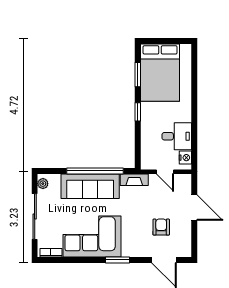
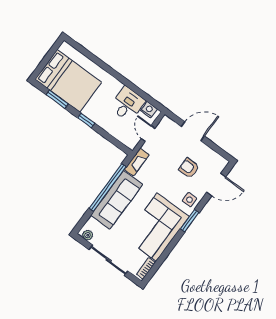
door: (165, 172) -> (148, 133), swing flipped
side table: (135, 247) -> (189, 200), added

